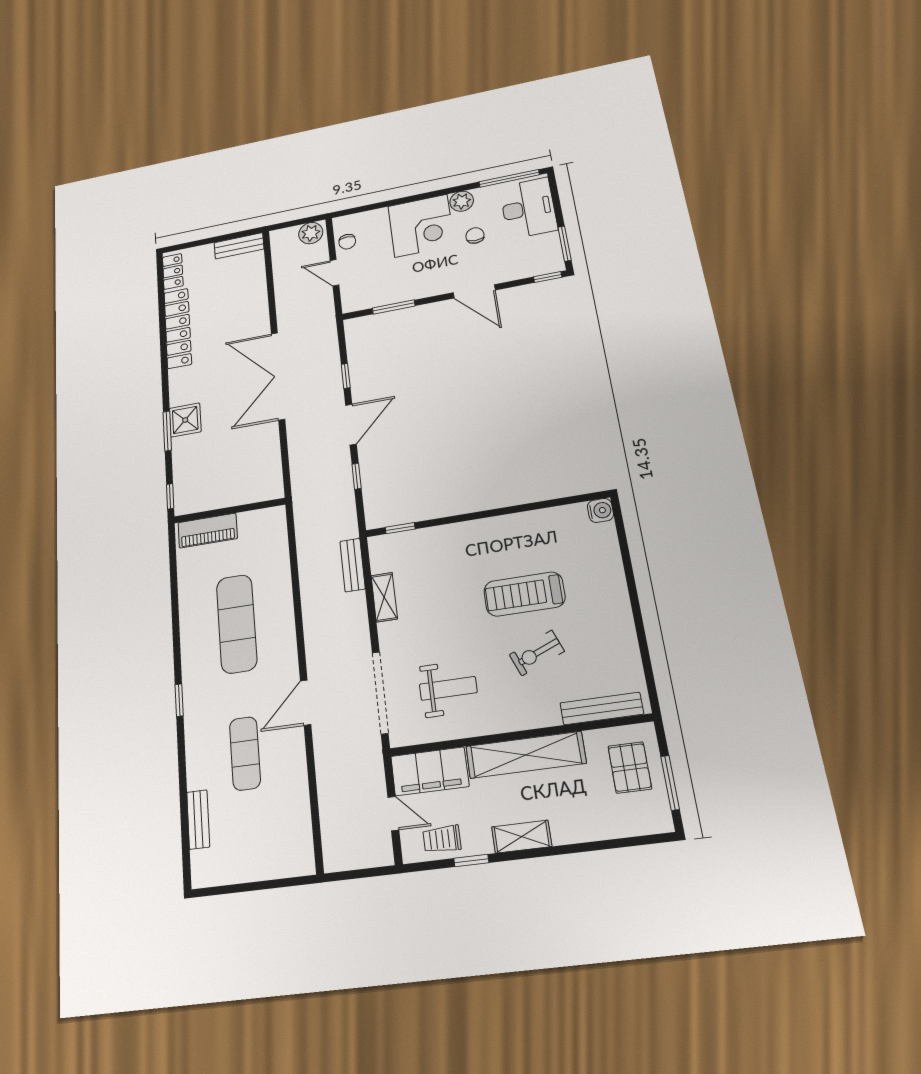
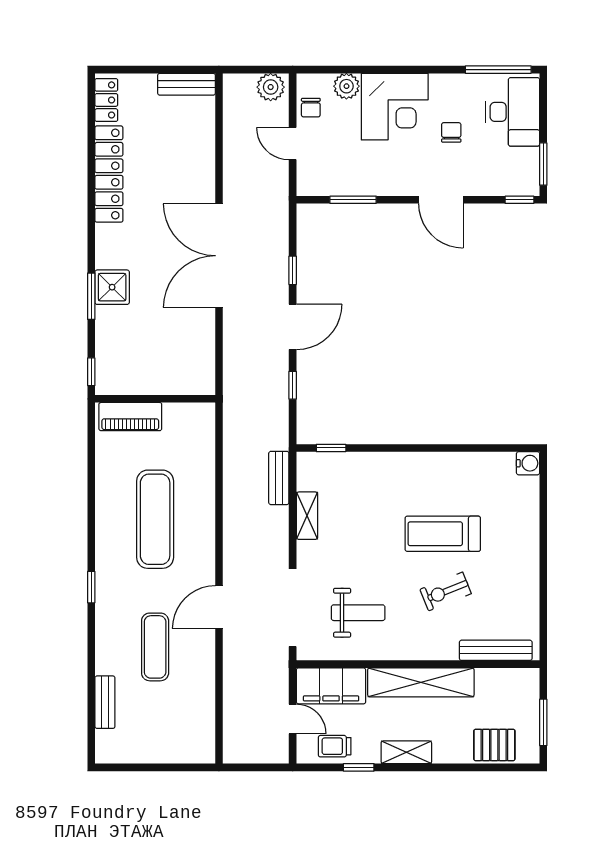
plant: (462, 201) -> (346, 86), moved
pallet: (630, 767) -> (494, 745), moved, turned 90

